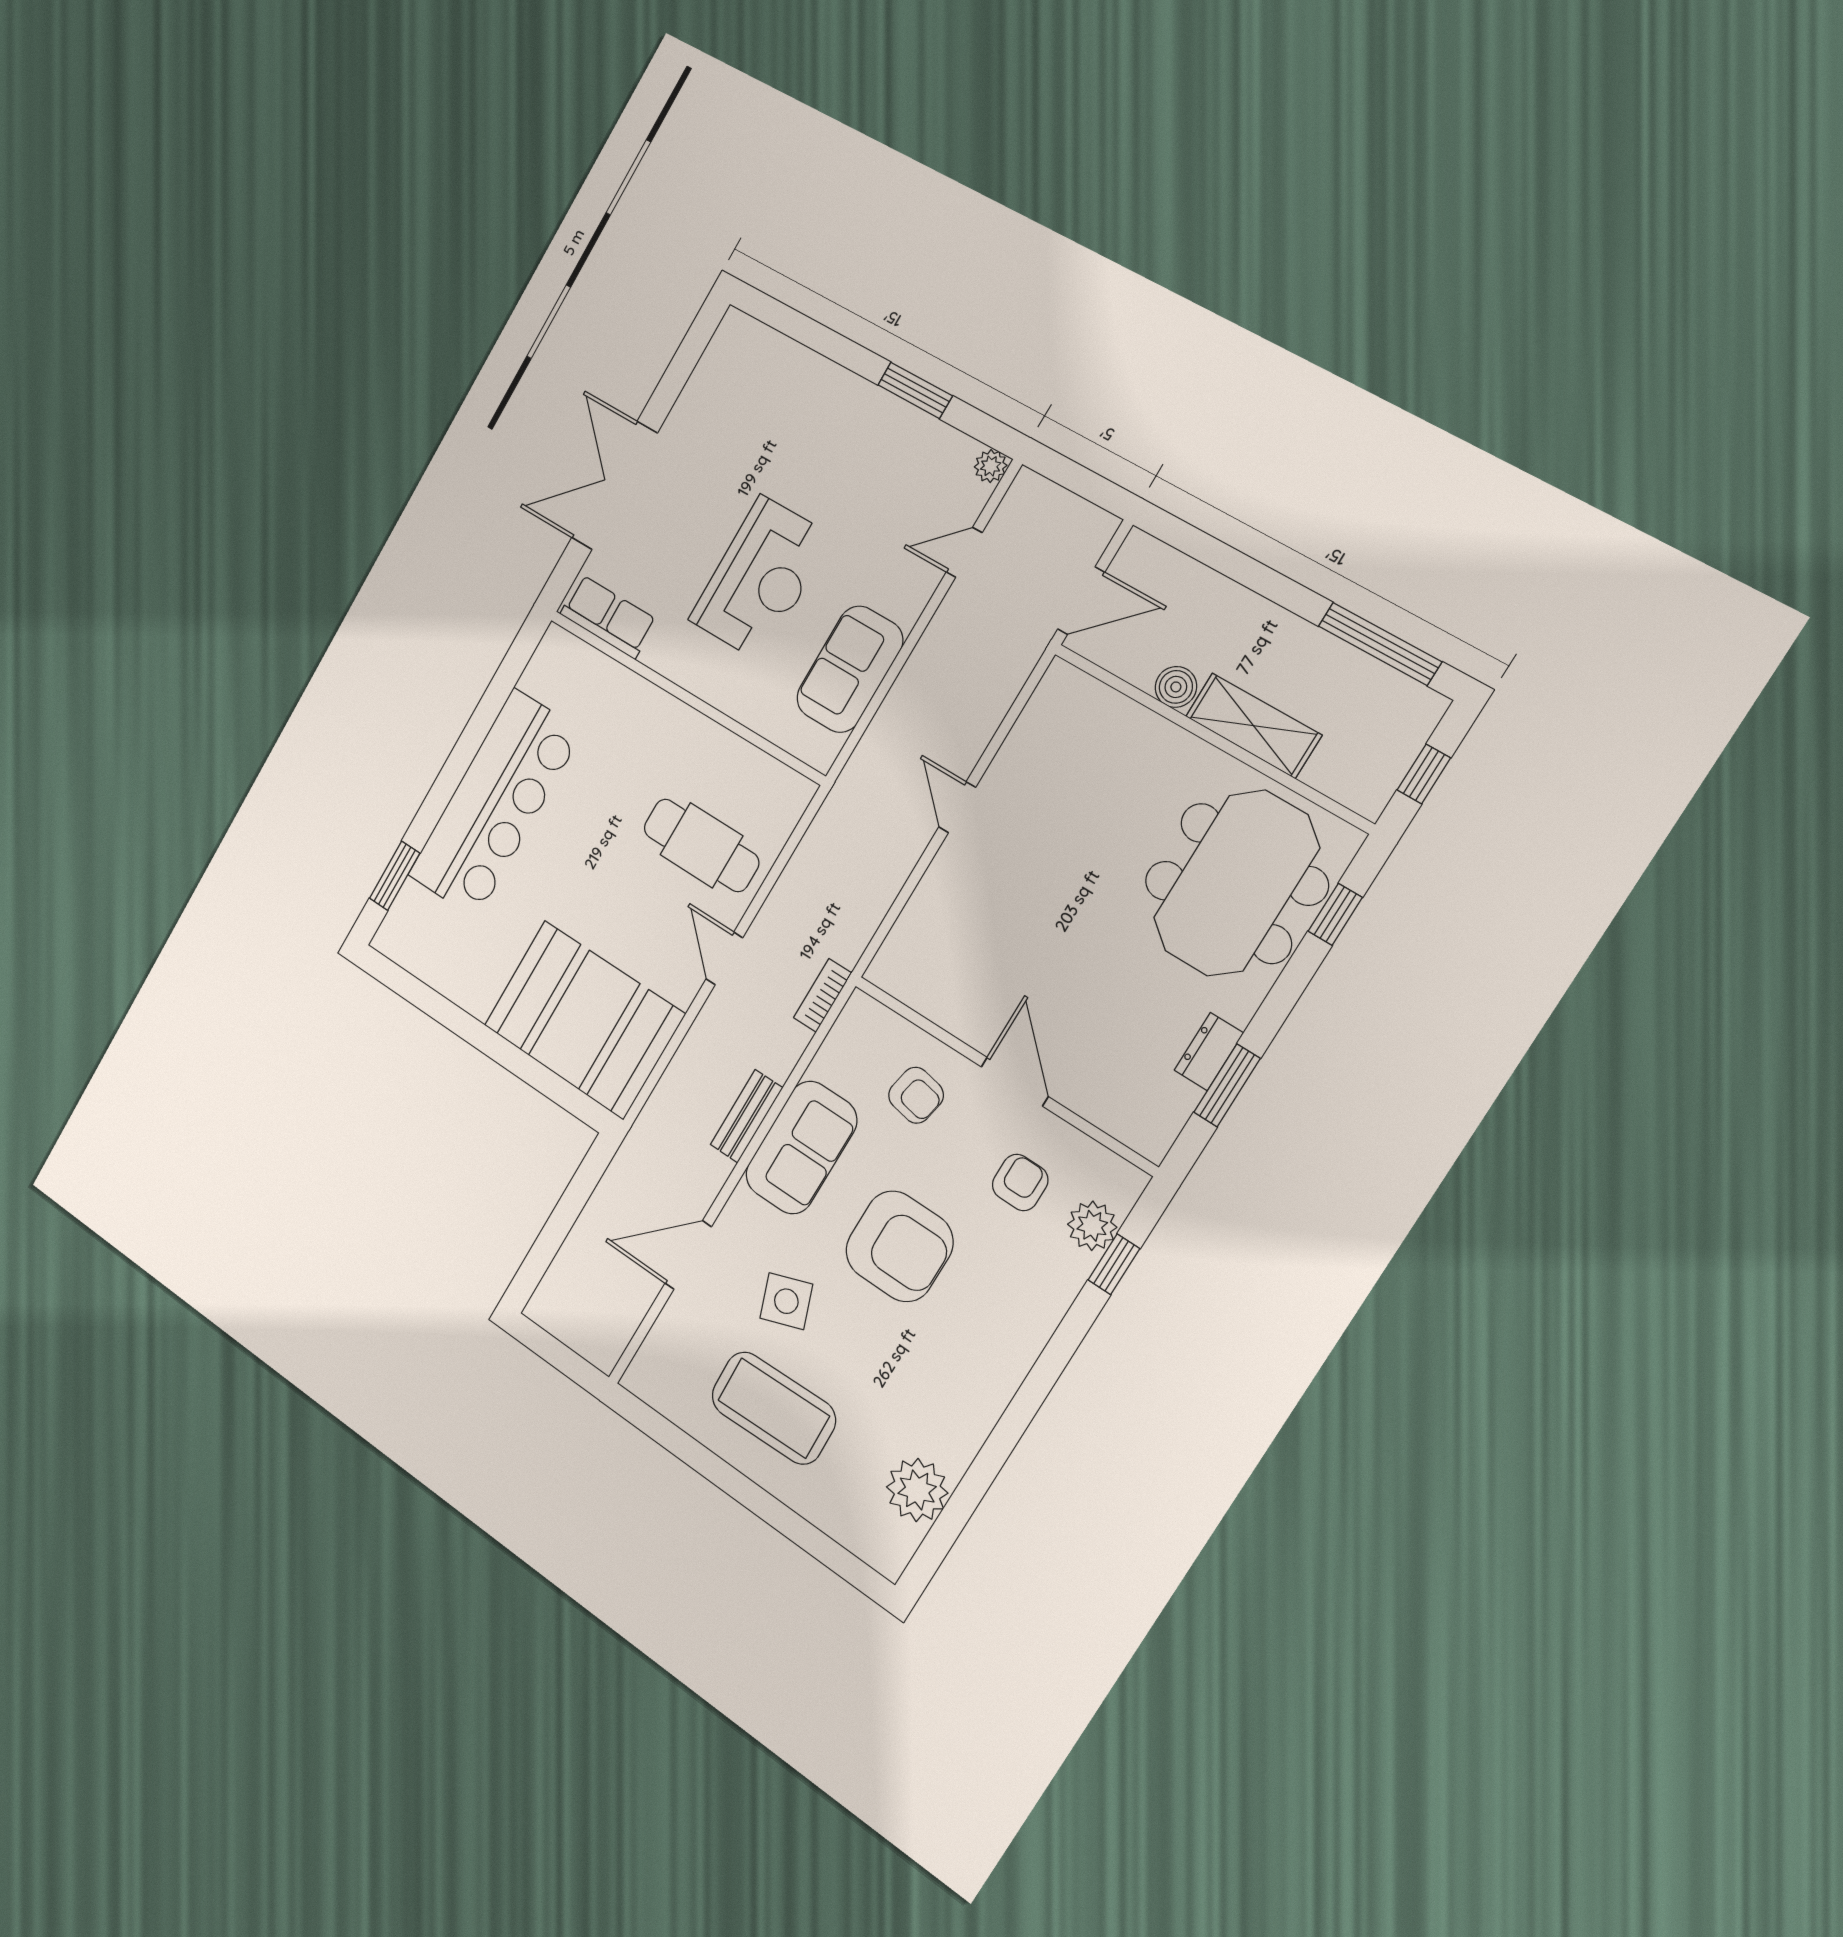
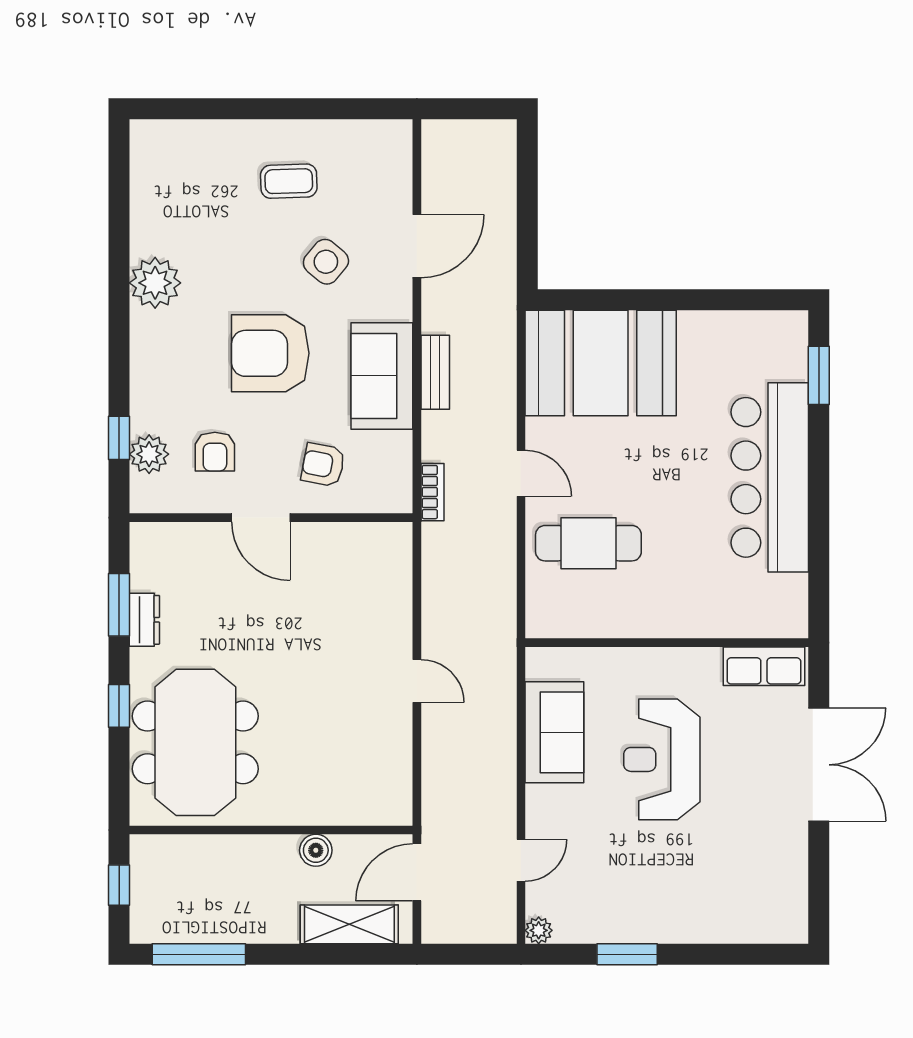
shelving: (1253, 726) -> (349, 924), moved
window: (1335, 914) -> (119, 706), moved
side table: (786, 1301) -> (326, 262), turned -30
coffee table: (774, 1408) -> (289, 181), width x0.54, depth x0.58
plant: (917, 1490) -> (155, 283), moved

